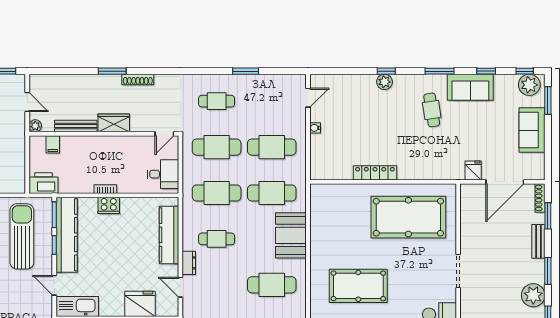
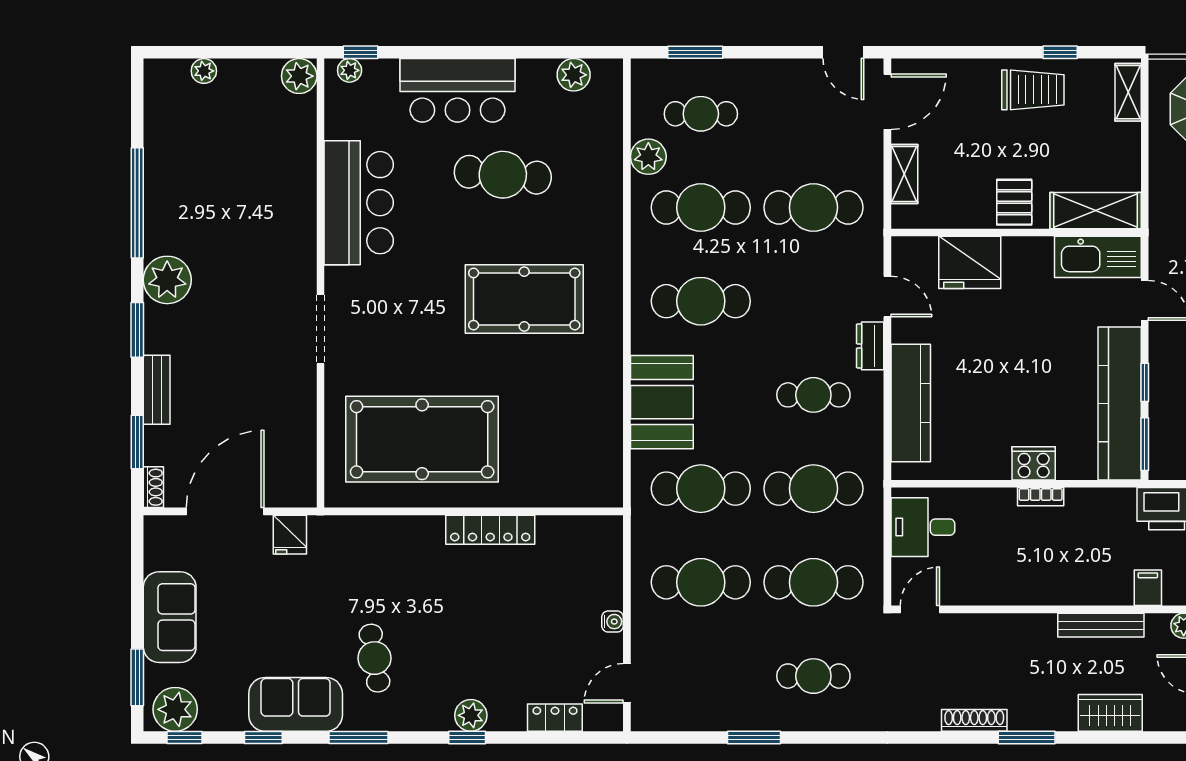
locker: (343, 81) -> (555, 718), added
wardrobe: (114, 123) -> (1110, 713), moved, turned 180
shoe rack: (540, 198) -> (153, 487), width x0.70

